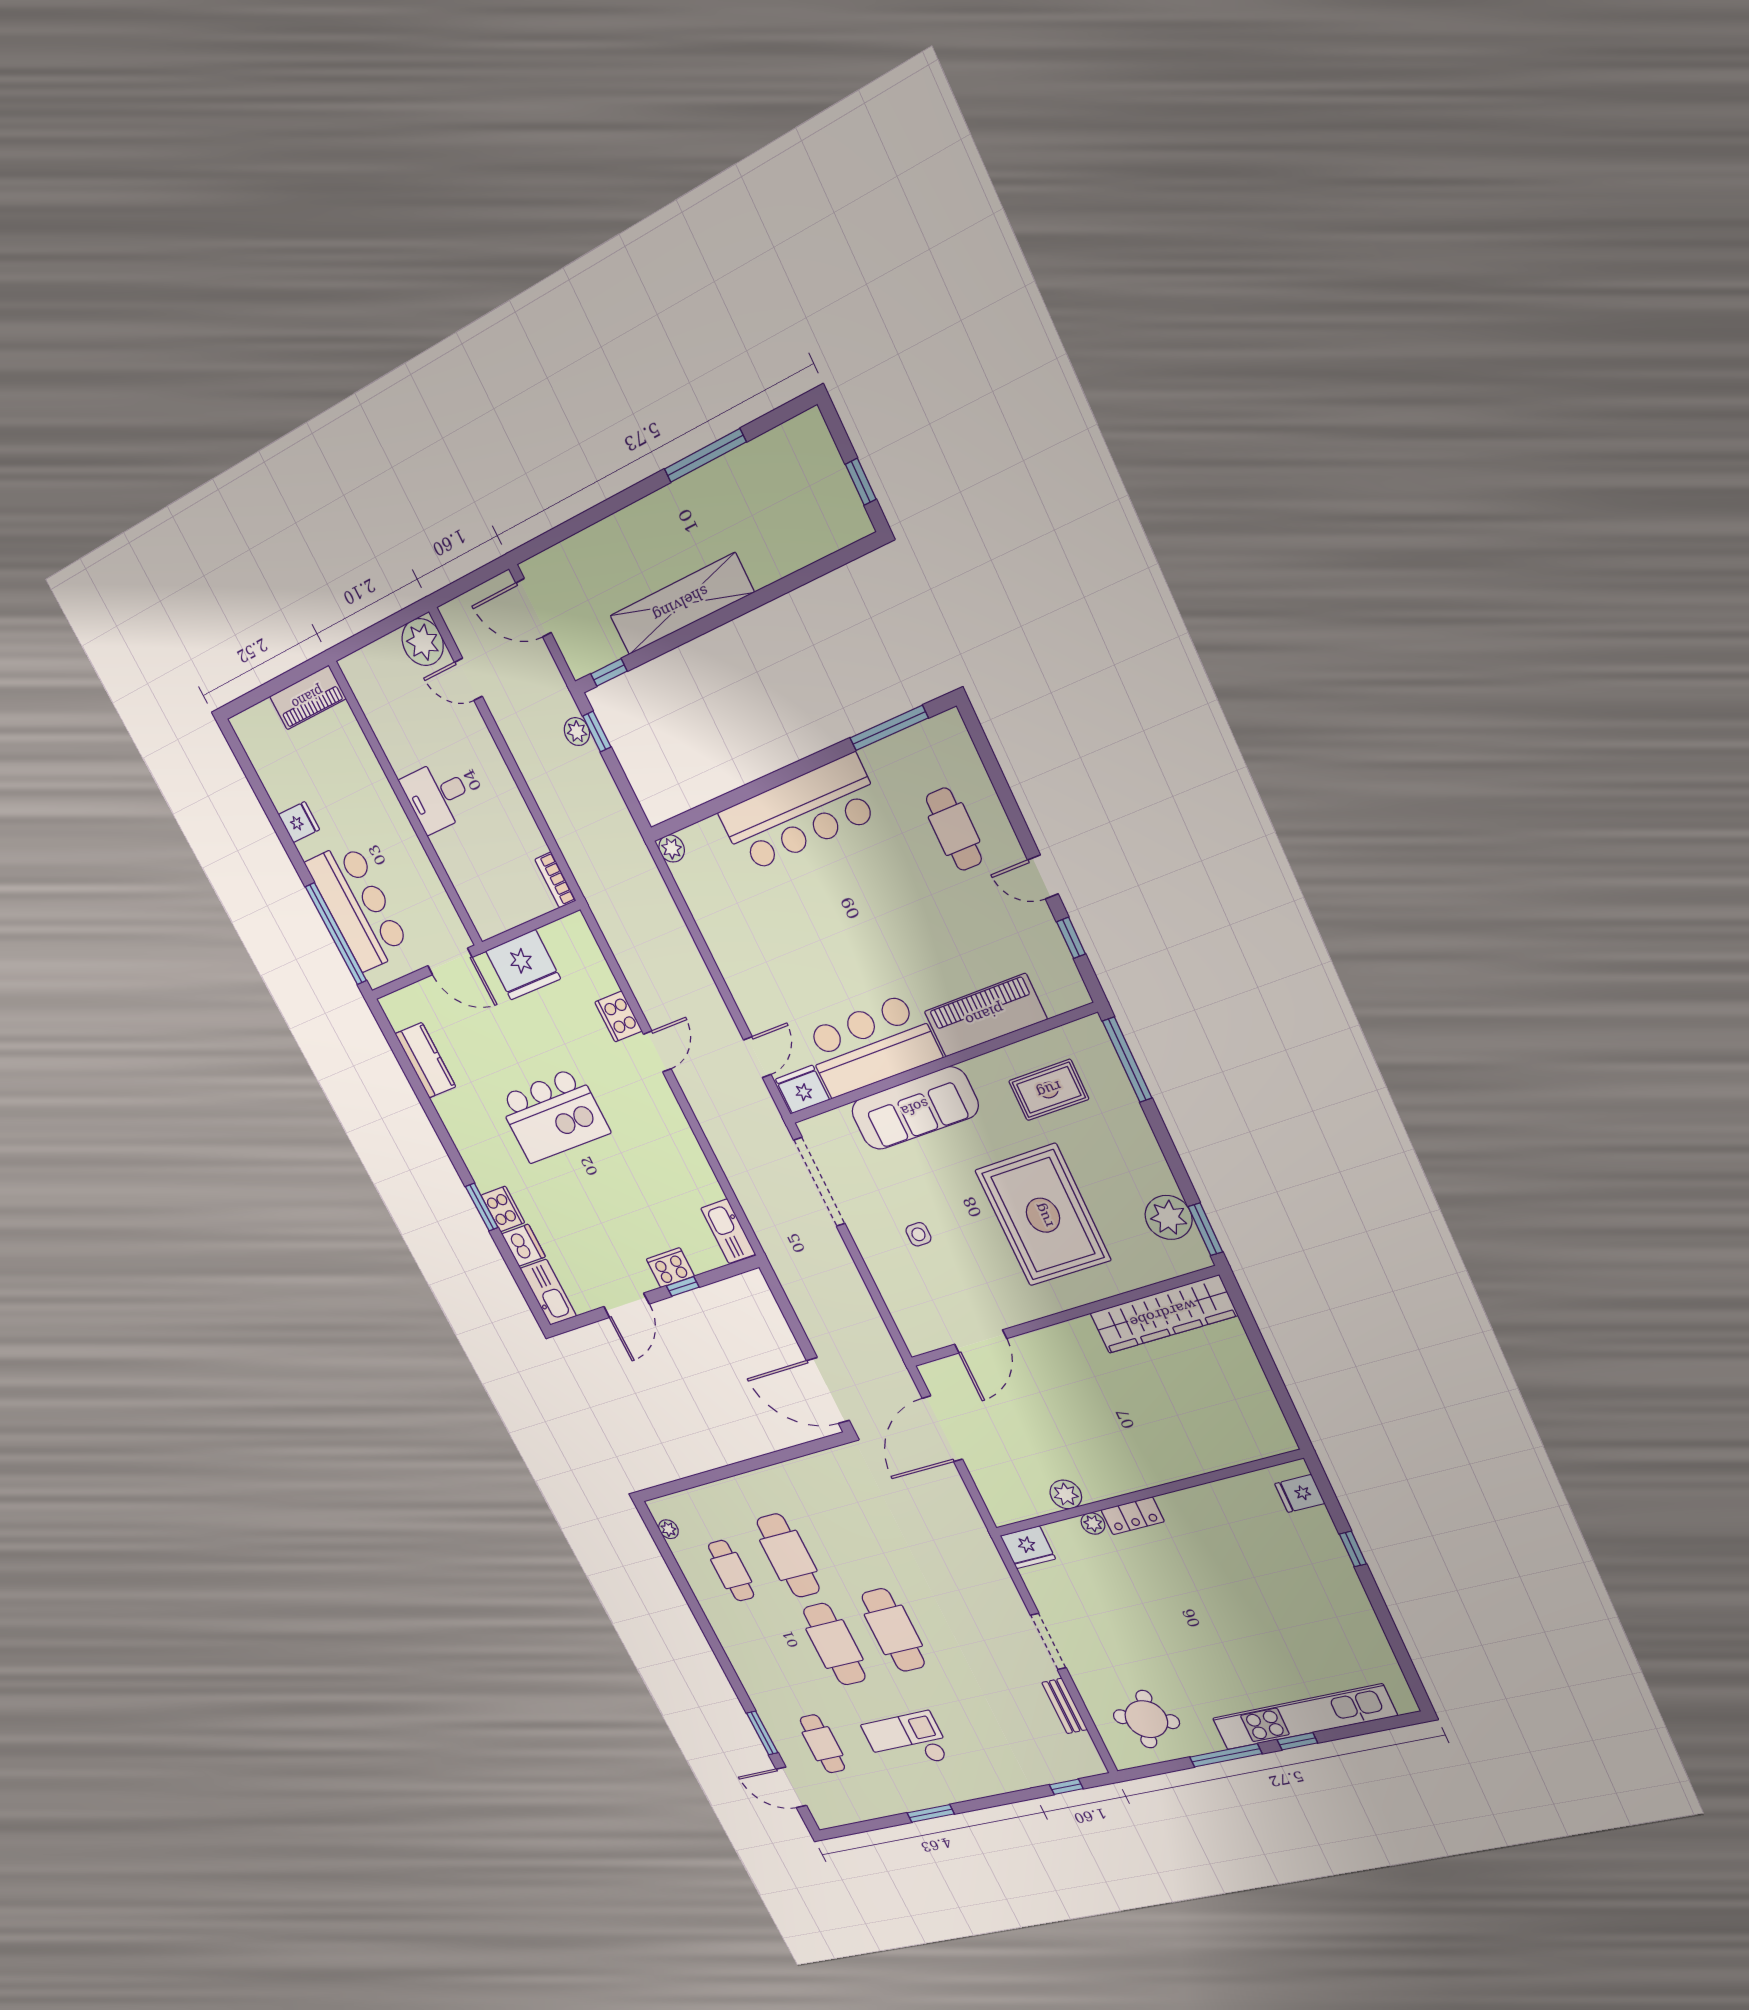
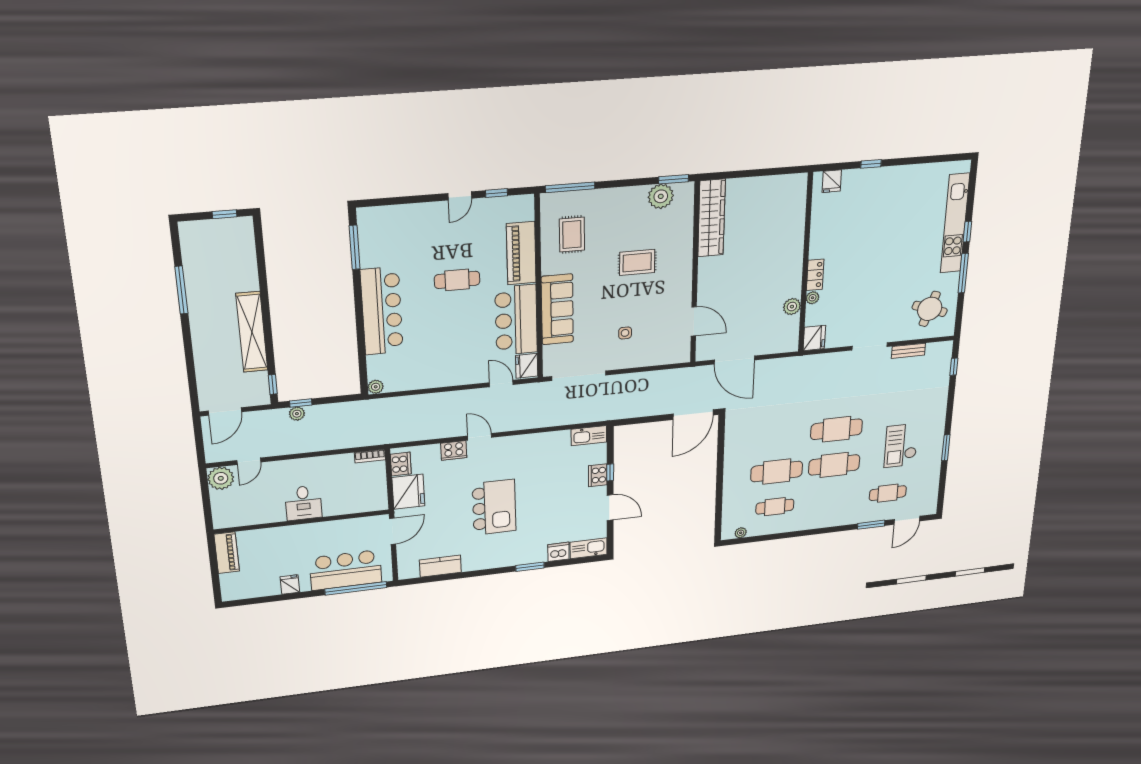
cafe table: (954, 829) -> (457, 280), moved
cooker: (503, 1209) -> (401, 464), moved, turned 90
rug: (1043, 1215) -> (637, 262), width x0.54, depth x0.49

